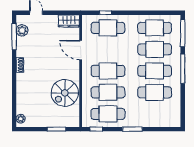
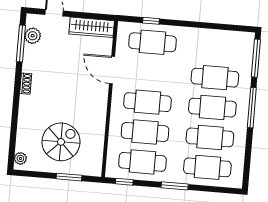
wardrobe: (69, 21) -> (92, 27), width x1.50
cafe table: (155, 28) -> (207, 167), moved
spiral stairs: (65, 93) -> (61, 142), moved, turned 180

